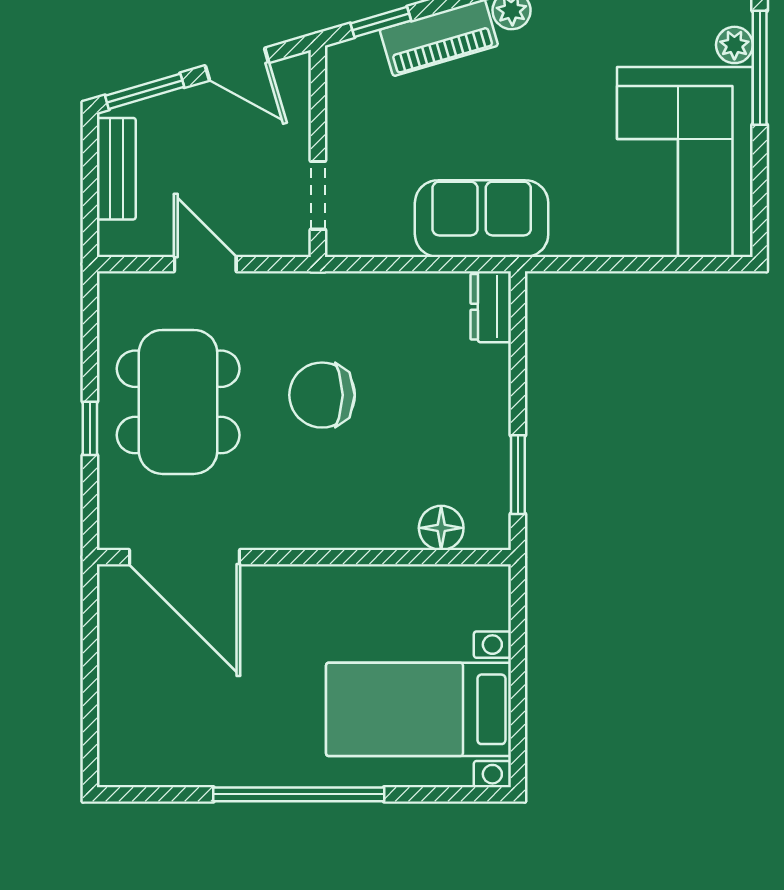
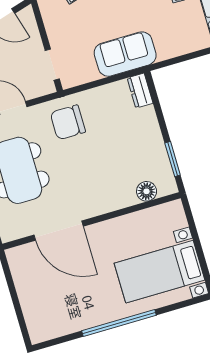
chair: (322, 395) -> (68, 122), moved
door: (185, 557) -> (59, 231), moved

